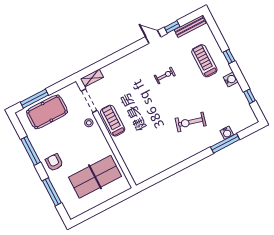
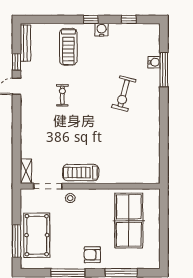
window: (229, 56) -> (91, 19), moved
treadmill: (204, 61) -> (68, 47), turned -90

